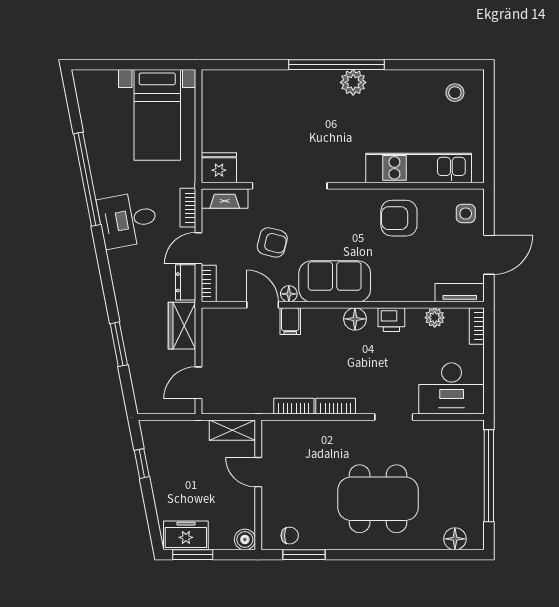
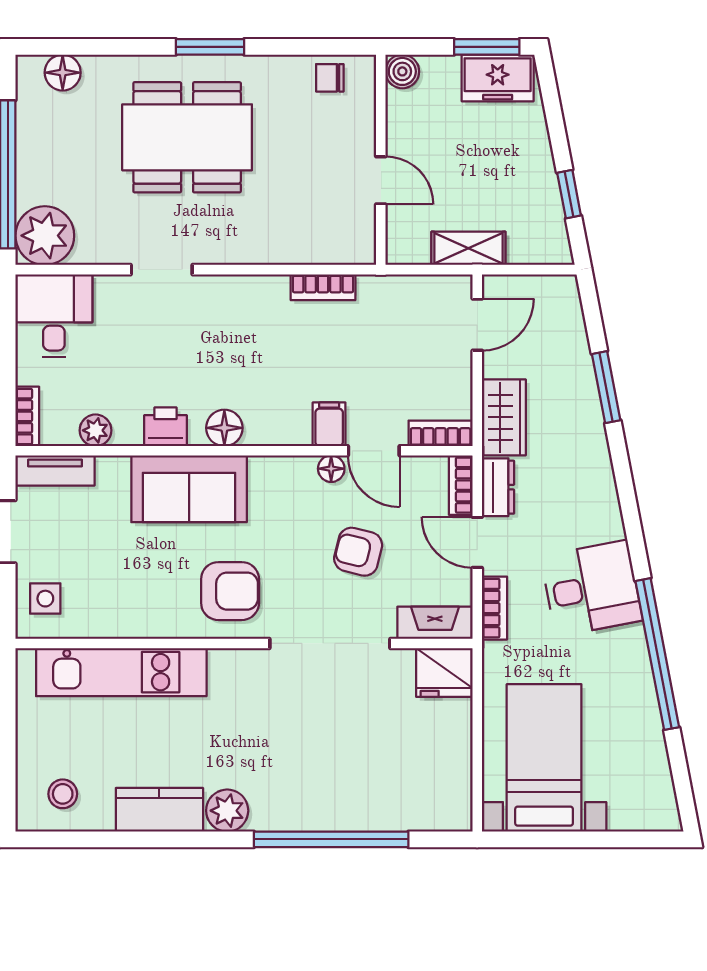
window: (337, 65) -> (331, 839), moved
kitchen counter: (395, 83) -> (159, 810), added
armchair: (399, 218) -> (230, 591), moved
door: (199, 248) -> (477, 542), swing flipped
sofa: (335, 281) -> (189, 489), moved
desk: (452, 388) -> (54, 316), width x0.73
bookcase: (336, 406) -> (441, 433), moved, turned 180
shelving: (232, 430) -> (468, 248), moved
plant: (466, 438) -> (45, 236), added
window: (304, 555) -> (210, 47), moved

